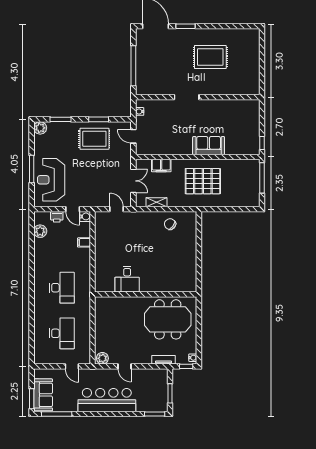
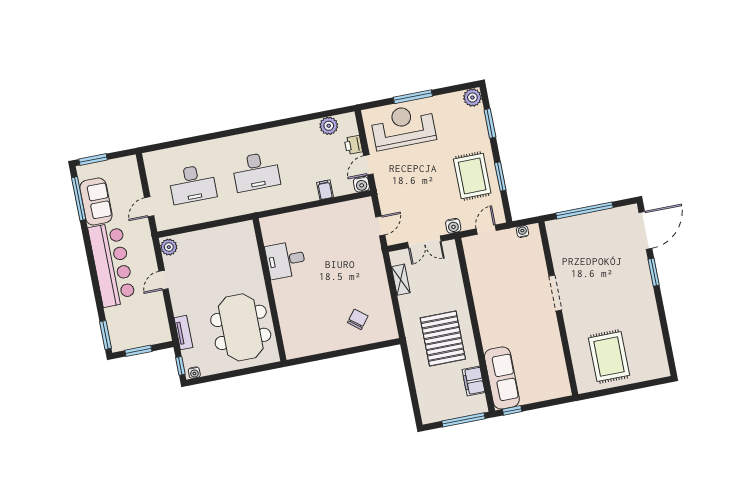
rug: (210, 57) -> (609, 357), moved
sofa: (209, 146) -> (502, 378), moved, width x1.36
water cooler: (126, 159) -> (453, 226), added
filing cabinet: (161, 166) -> (474, 381), moved
chair: (170, 224) -> (358, 319), moved
sofa: (43, 395) -> (96, 202), moved, turned -90

